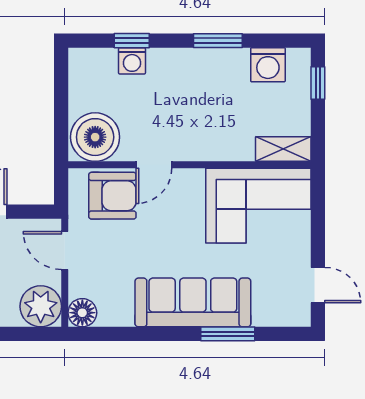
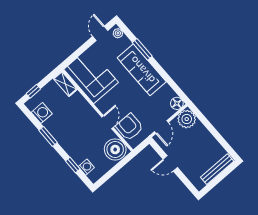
washing machine: (132, 61) -> (86, 167), moved
door: (154, 165) -> (107, 122), hinge flipped
plant: (292, 316) -> (118, 33), added

